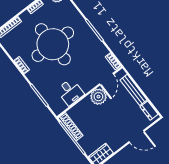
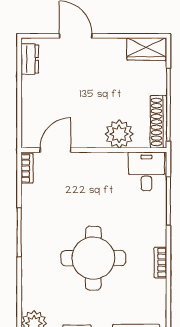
round table: (53, 44) -> (93, 258), width x0.73, depth x0.73
bench: (133, 90) -> (29, 105), removed
desk: (70, 92) -> (146, 171), moved
plant: (98, 97) -> (119, 134), moved

